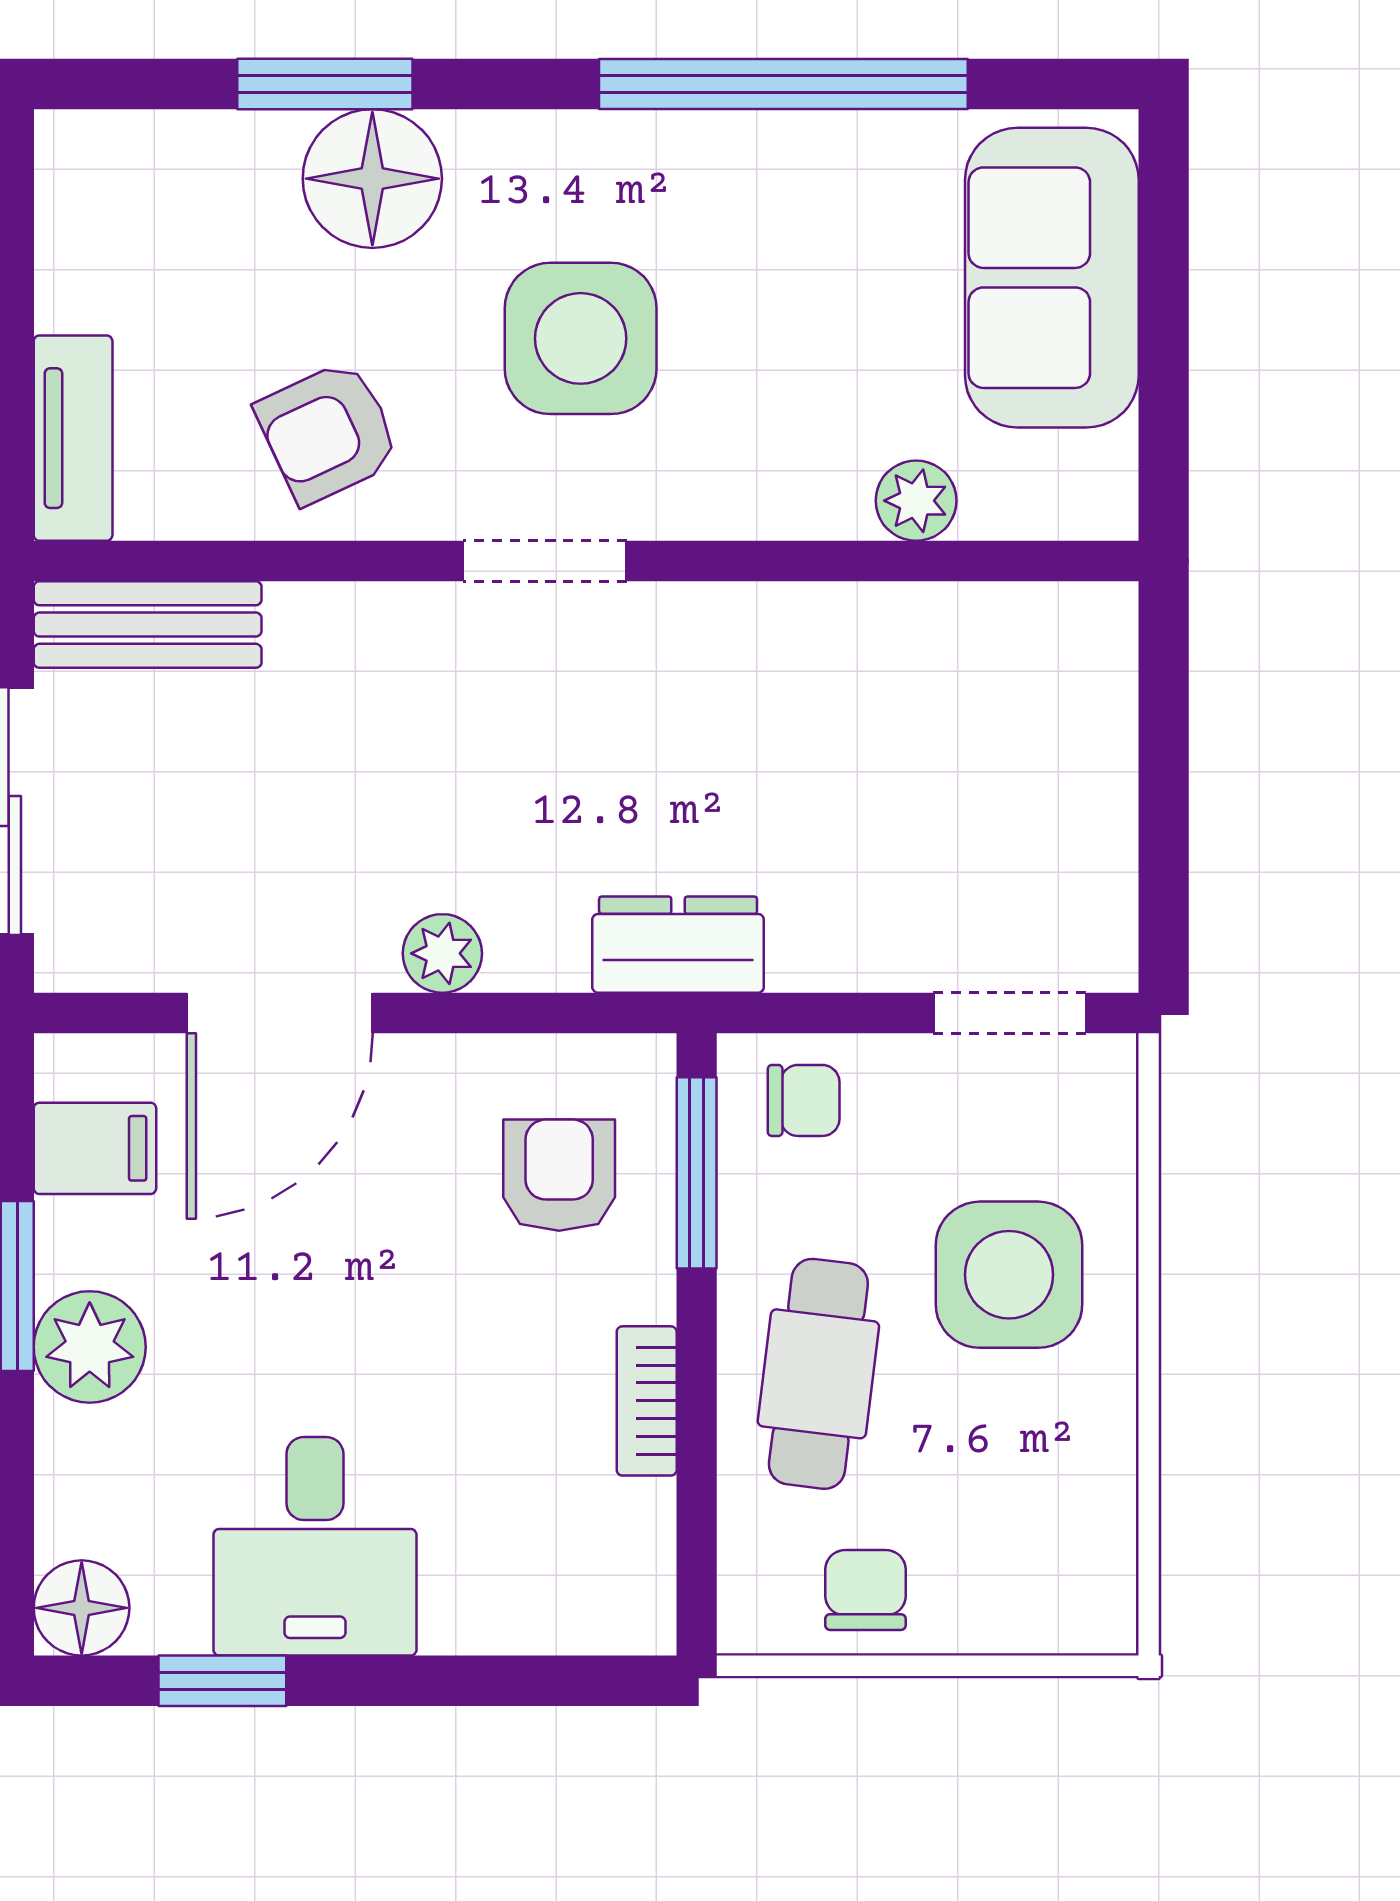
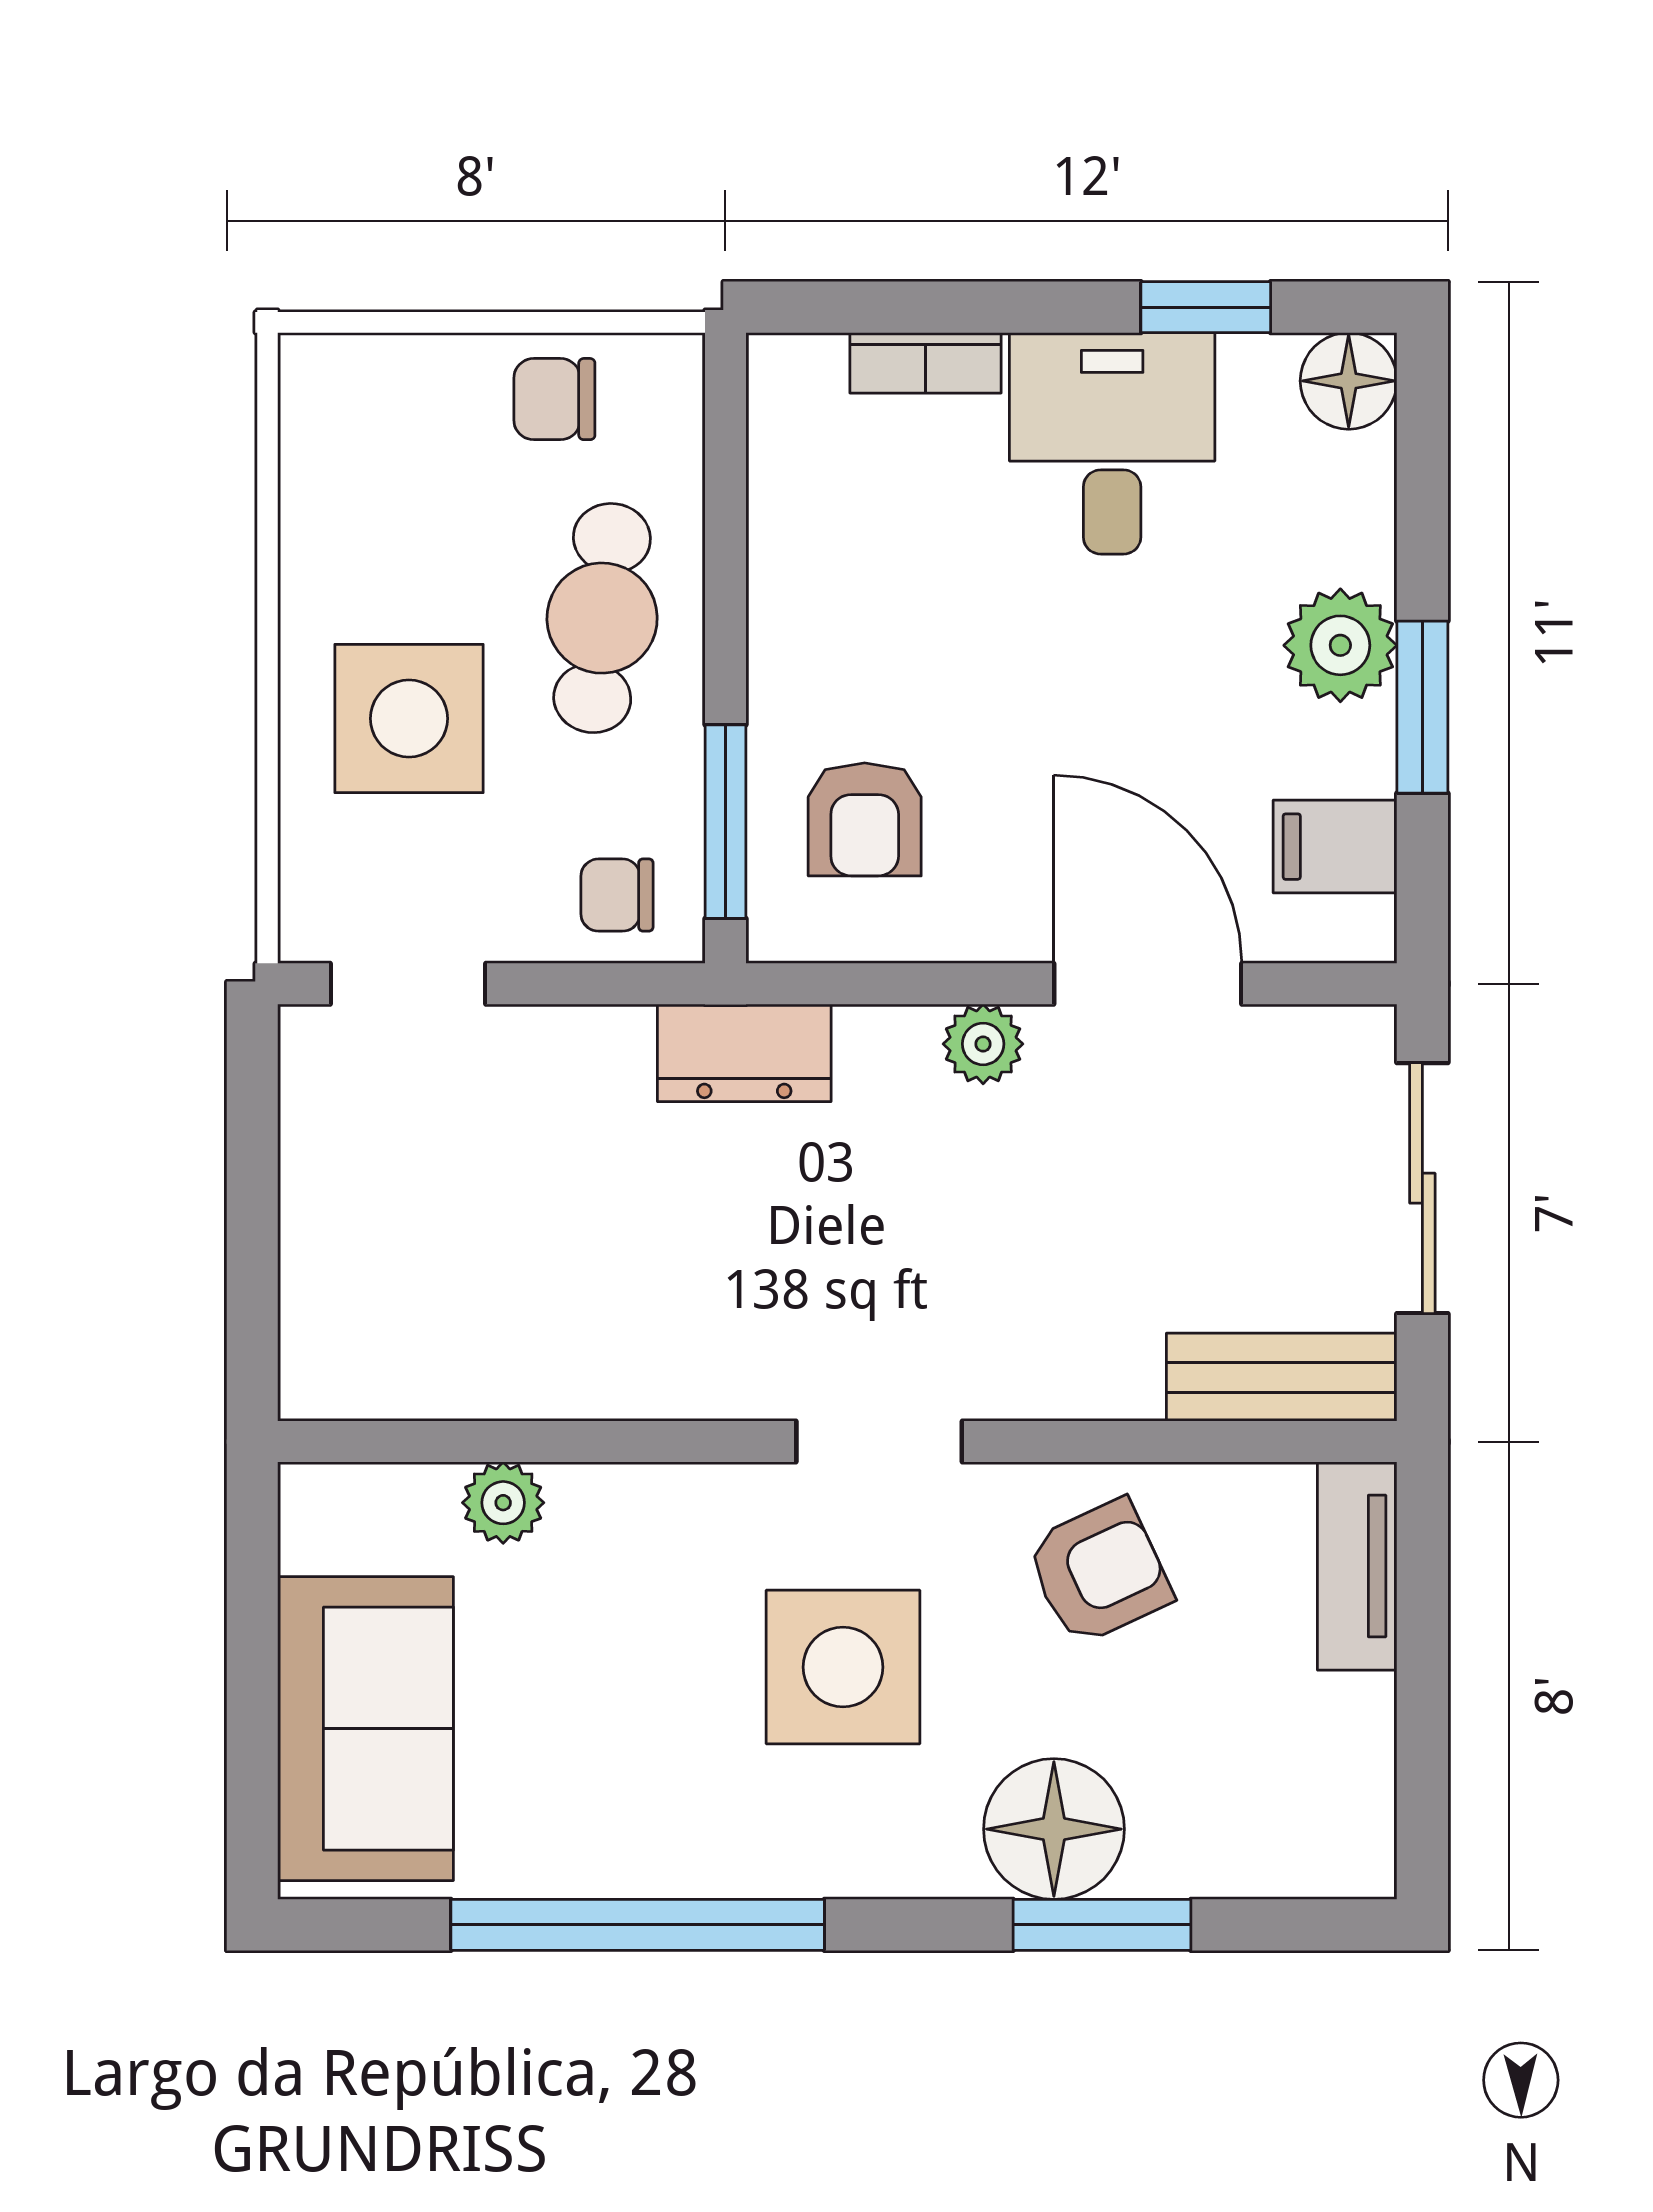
door: (280, 1013) -> (1148, 984), hinge flipped
bookcase: (647, 1401) -> (926, 363), moved, turned 90
chair: (865, 1590) -> (554, 399), turned 90

